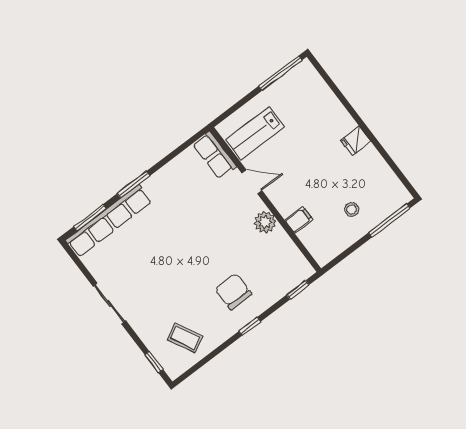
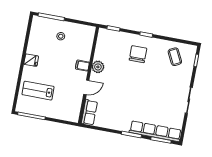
lab bench: (255, 133) -> (38, 91), moved, turned 180
door: (252, 182) -> (86, 87), swing flipped
filing cabinet: (299, 220) -> (82, 66), moved
chair: (233, 292) -> (138, 54), turned 180

